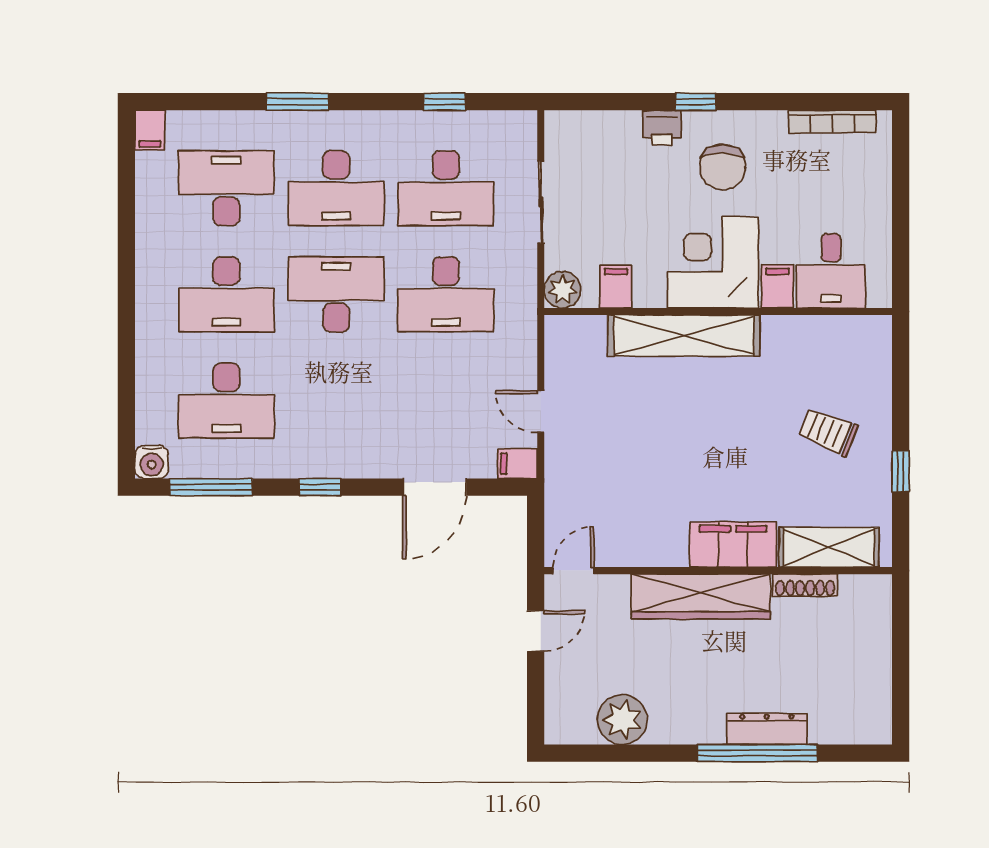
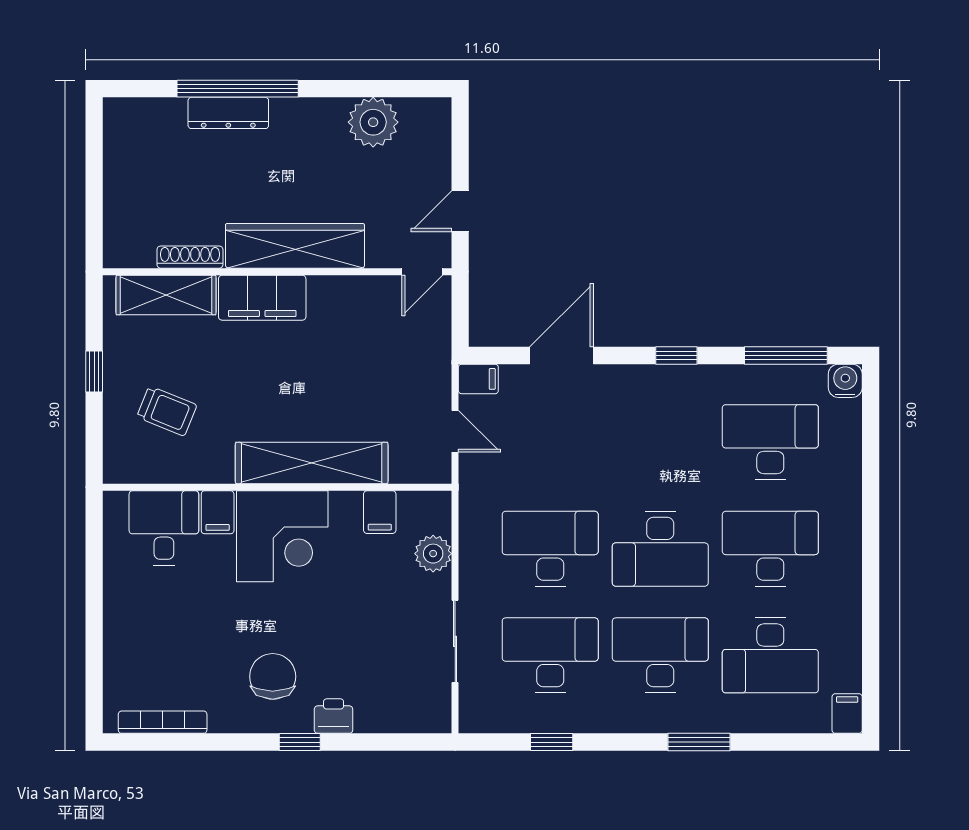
corner desk: (713, 263) -> (282, 536), moved
desk: (831, 271) -> (164, 528), moved
filing cabinet: (778, 286) -> (218, 512), moved
filing cabinet: (616, 287) -> (380, 512), moved
wall: (718, 311) -> (277, 487), moved
shelving: (684, 336) -> (312, 463), moved

